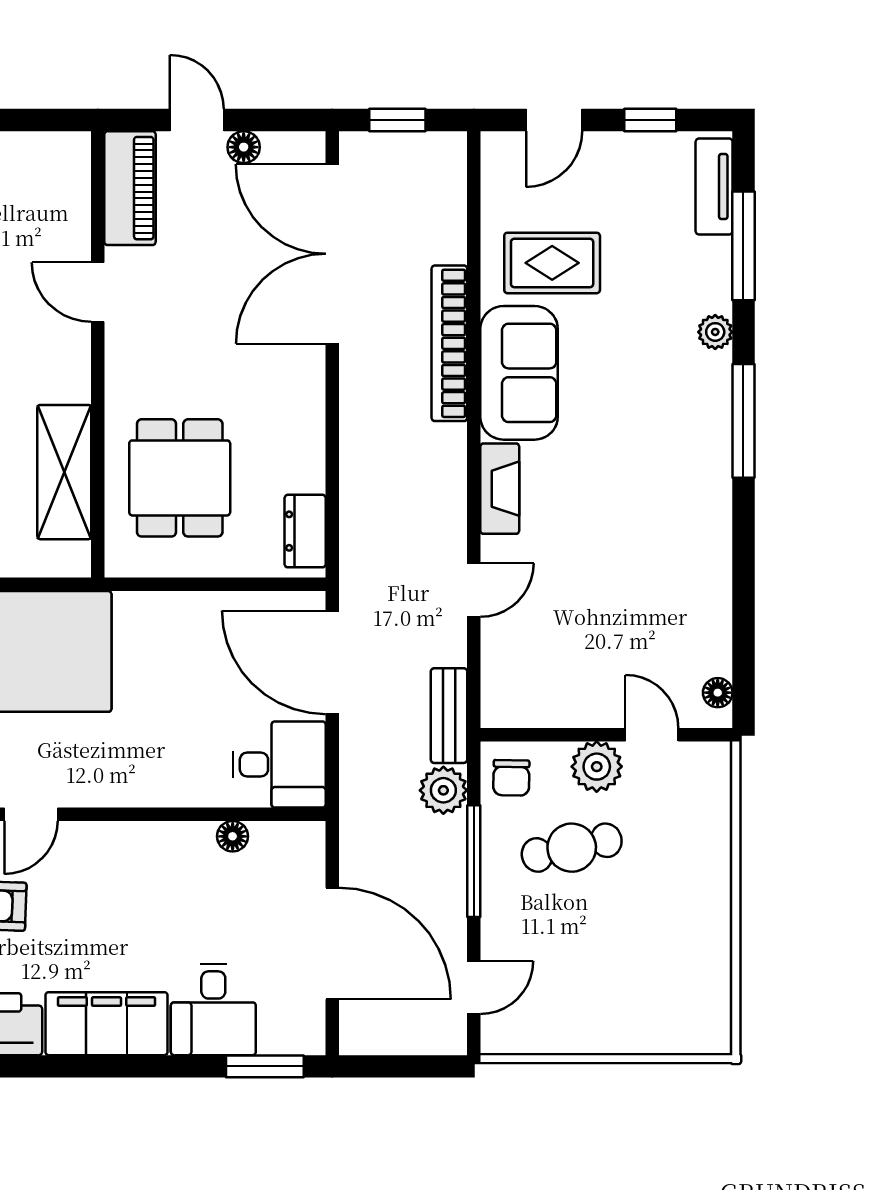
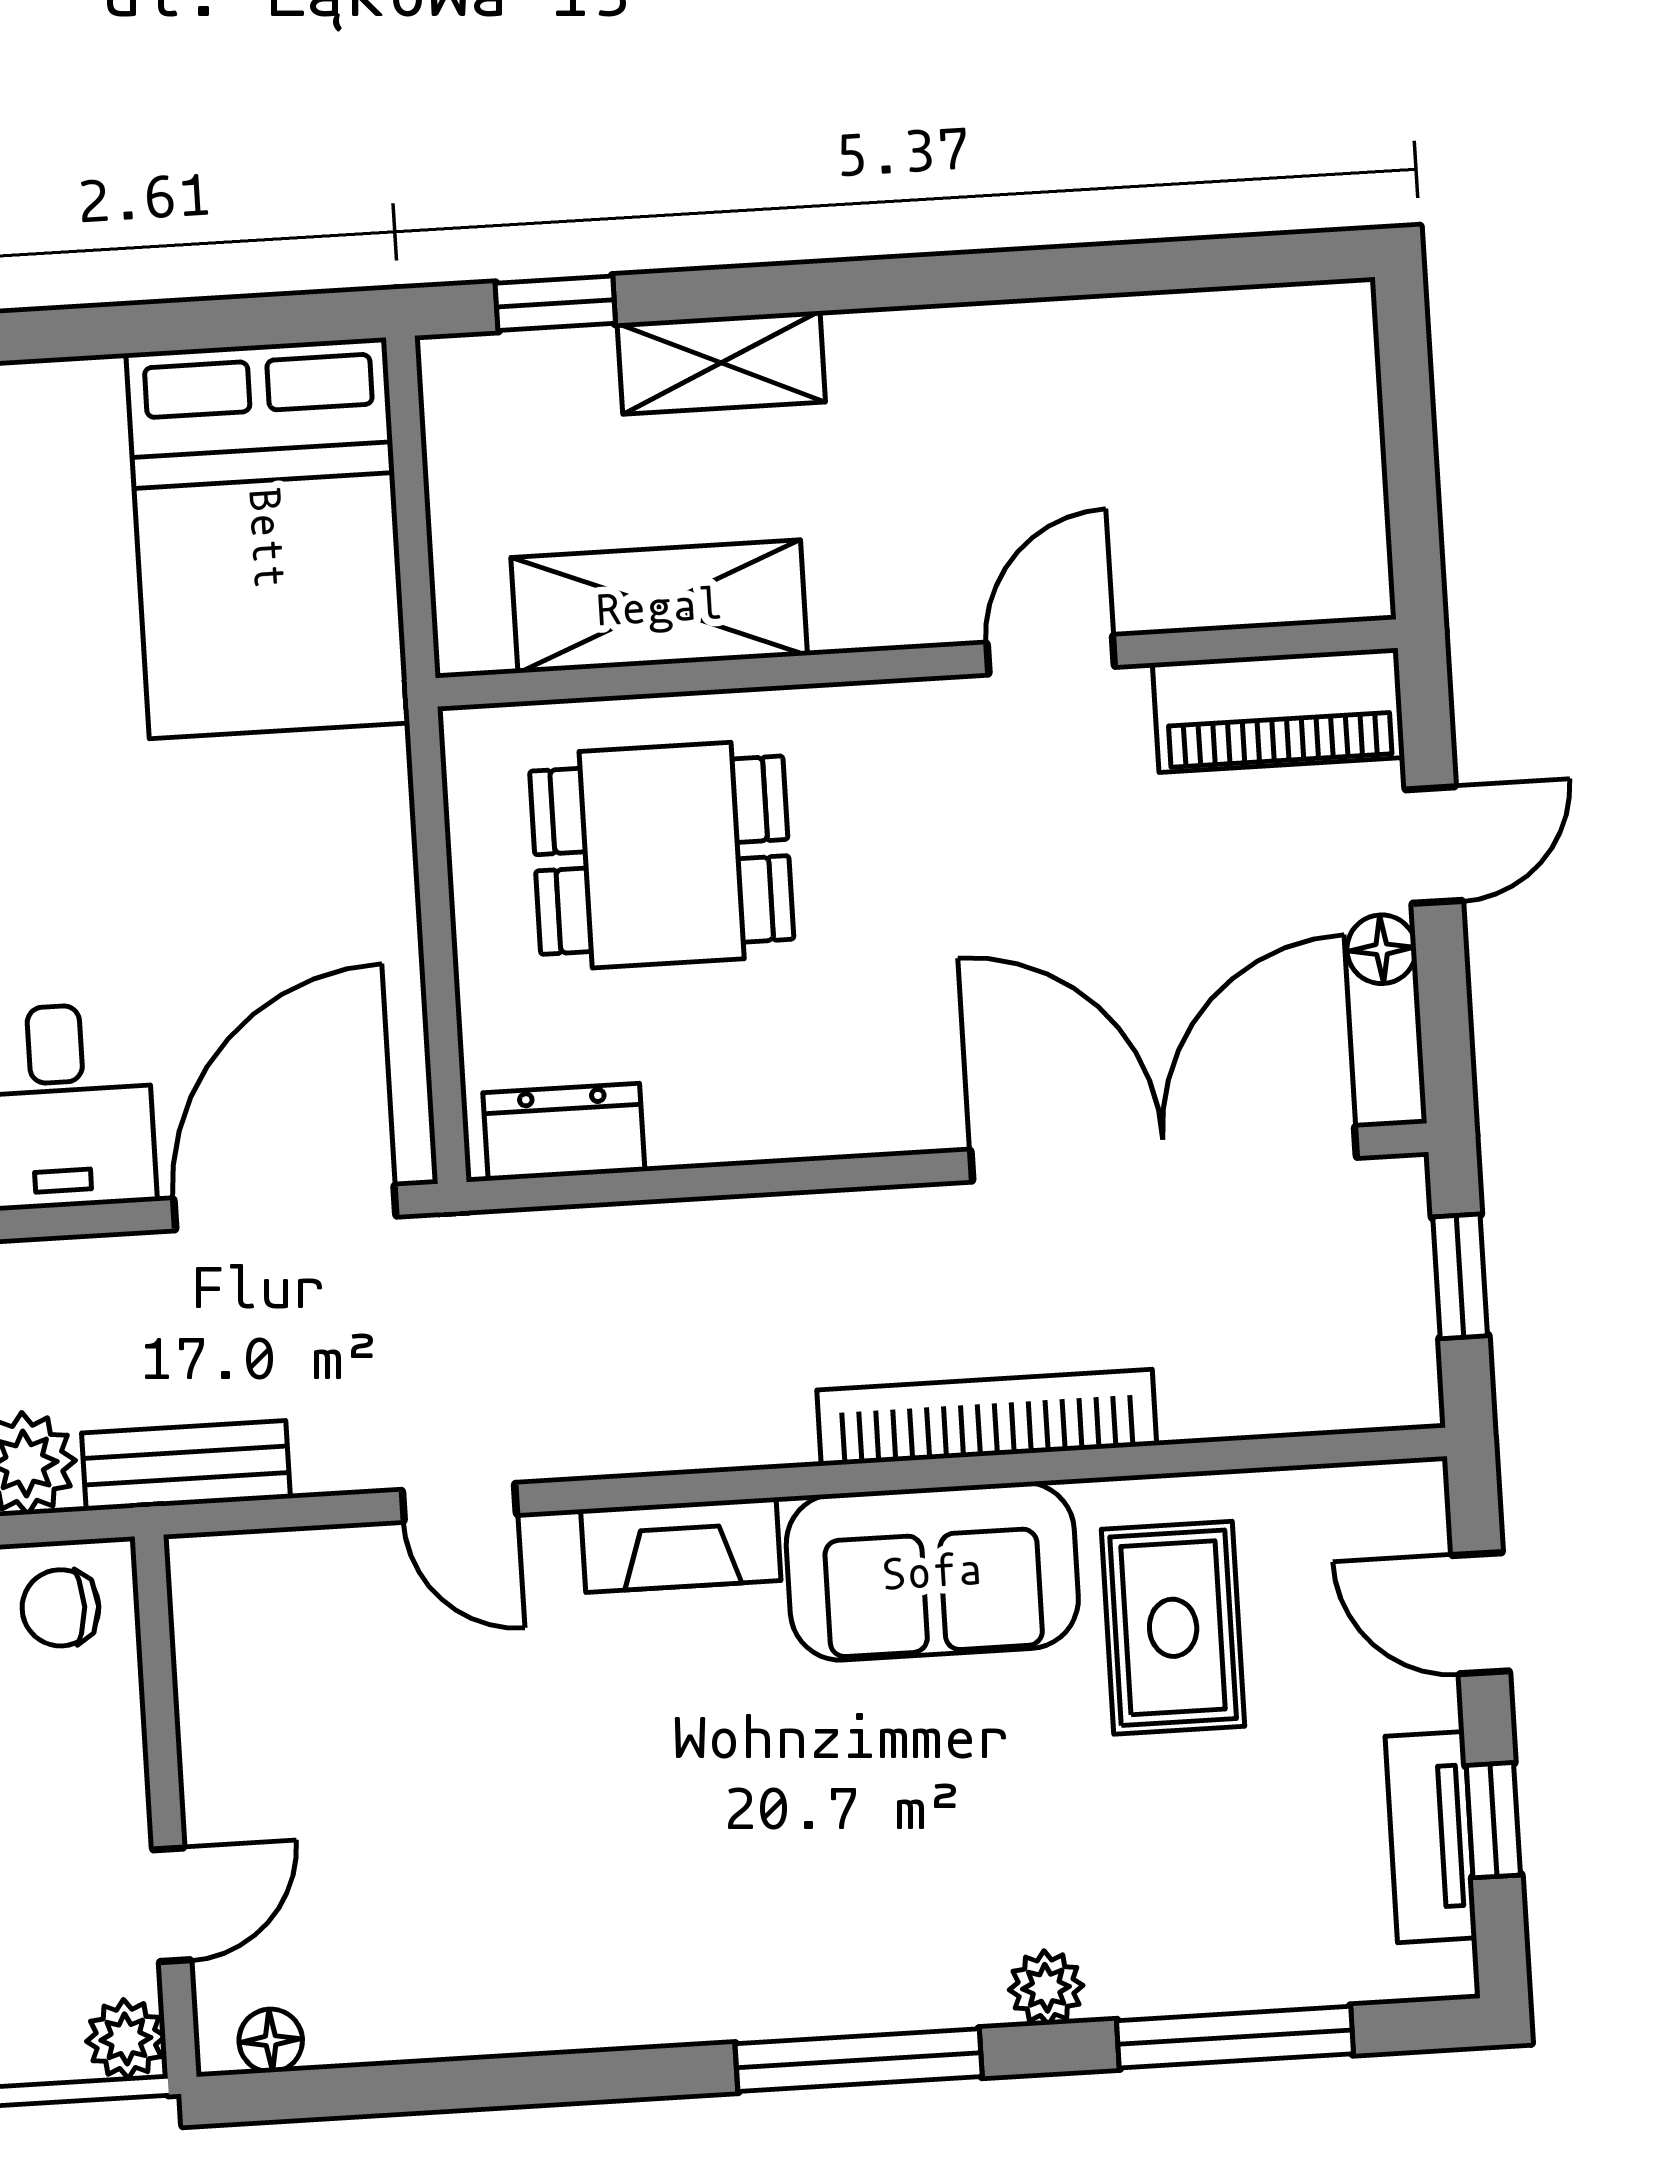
tv unit: (714, 186) -> (1431, 1837), moved, turned -90
plant: (597, 767) -> (126, 2039), moved, width x0.73, depth x0.73

